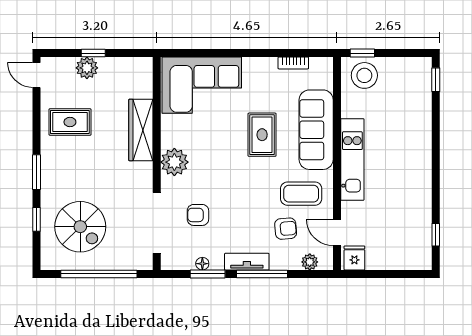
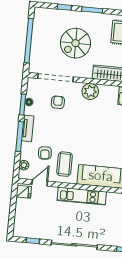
rug: (262, 135) -> (101, 144), removed
sliding door: (436, 164) -> (74, 245), added
spiral stairs: (80, 227) -> (75, 43), moved

